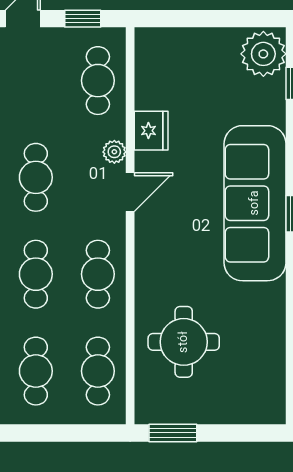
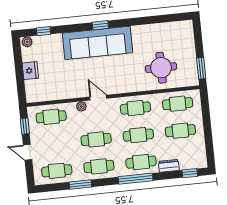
plant: (263, 54) -> (27, 42), width x0.53, depth x0.53
fridge: (151, 131) -> (30, 71), moved, turned 90

